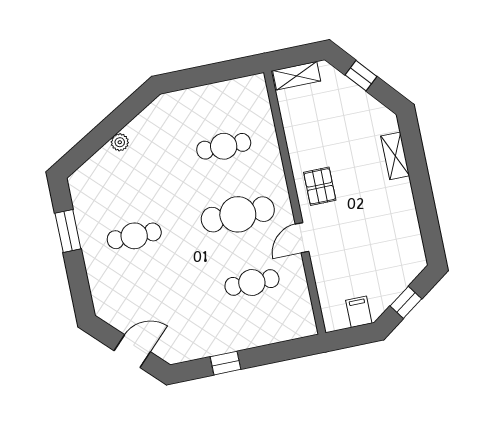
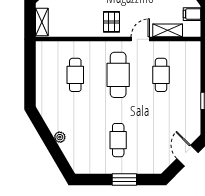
pallet: (320, 186) -> (111, 22), turned 90
window: (68, 231) -> (124, 179), moved
door: (302, 238) -> (140, 39), swing flipped
shelving: (325, 278) -> (168, 30), added

